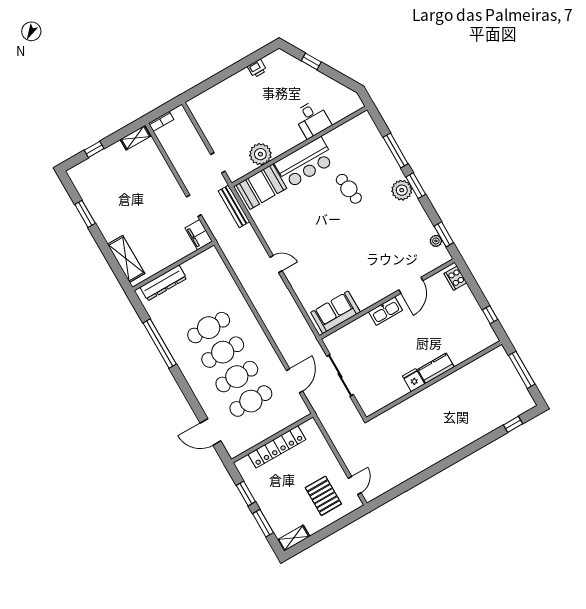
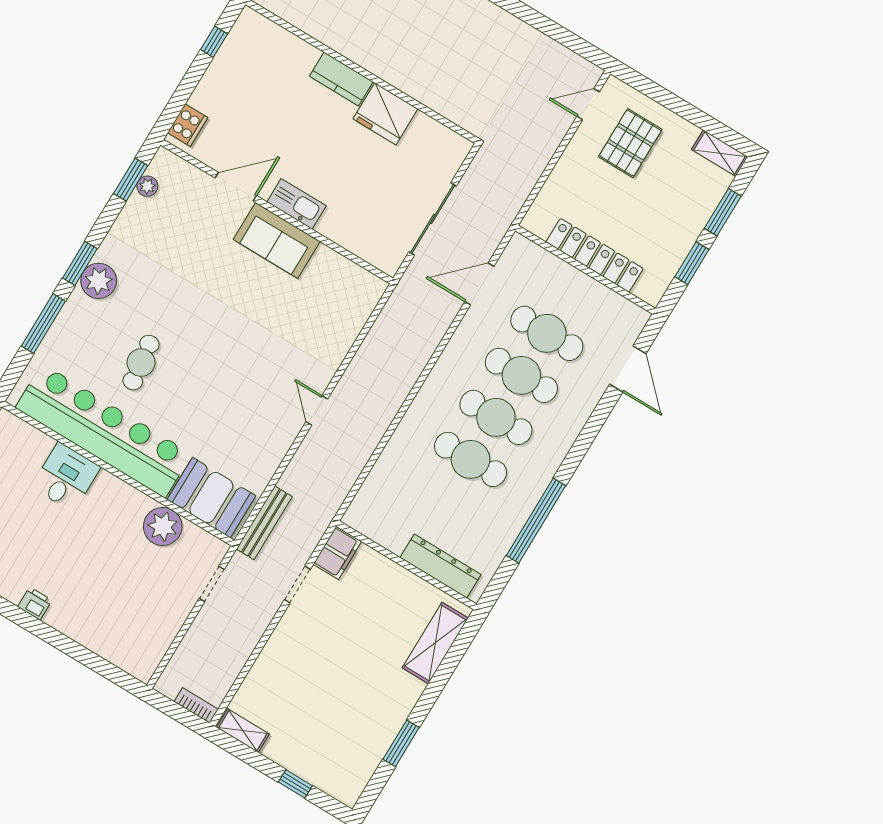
bar counter: (305, 163) -> (104, 431), width x1.86
sofa: (335, 312) -> (277, 240), moved
fridge: (414, 380) -> (385, 114), width x1.88, depth x1.34

